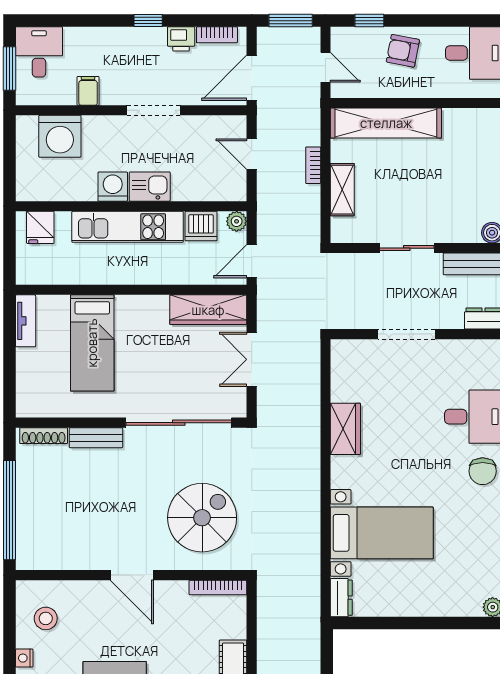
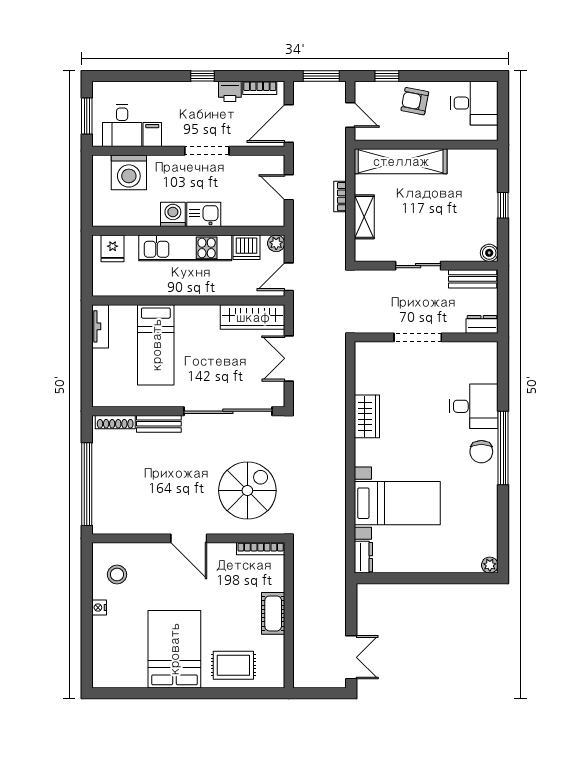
desk: (39, 52) -> (122, 126), moved, turned 180

